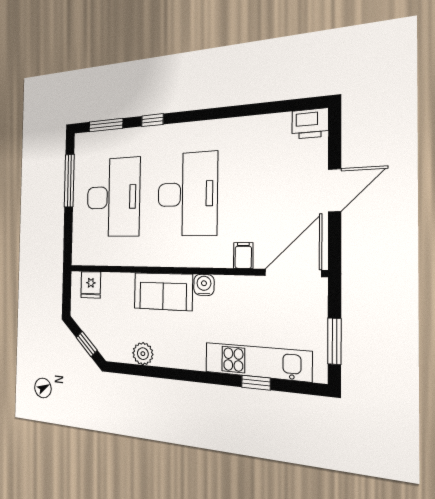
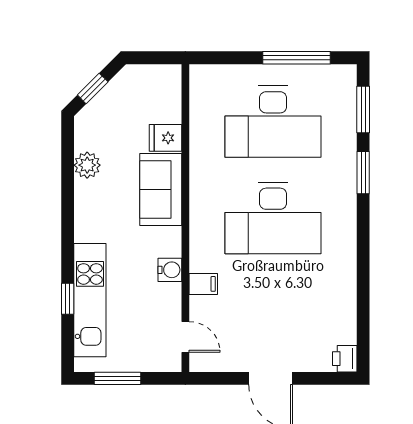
window: (152, 120) -> (363, 173), width x1.50
printer: (310, 124) -> (345, 359), width x0.73, depth x0.81
door: (293, 273) -> (185, 337), width x0.53
fridge: (91, 285) -> (165, 138), moved
water cooler: (204, 285) -> (170, 270), moved

